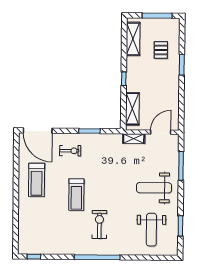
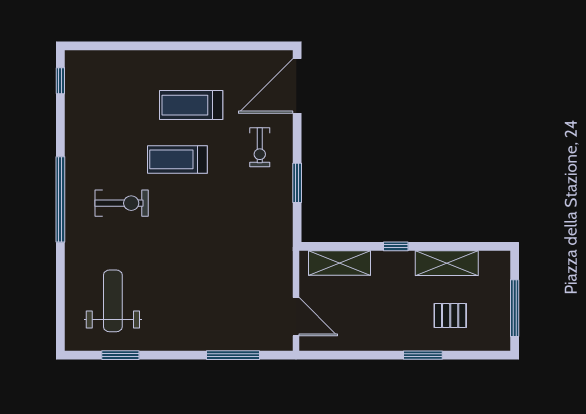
shelving: (133, 39) -> (447, 263), moved
shelving: (134, 139) -> (284, 266), removed
treadmill: (37, 180) -> (191, 105), moved
weight bench: (154, 188) -> (192, 305), removed
weight bench: (151, 230) -> (113, 301), turned 90

